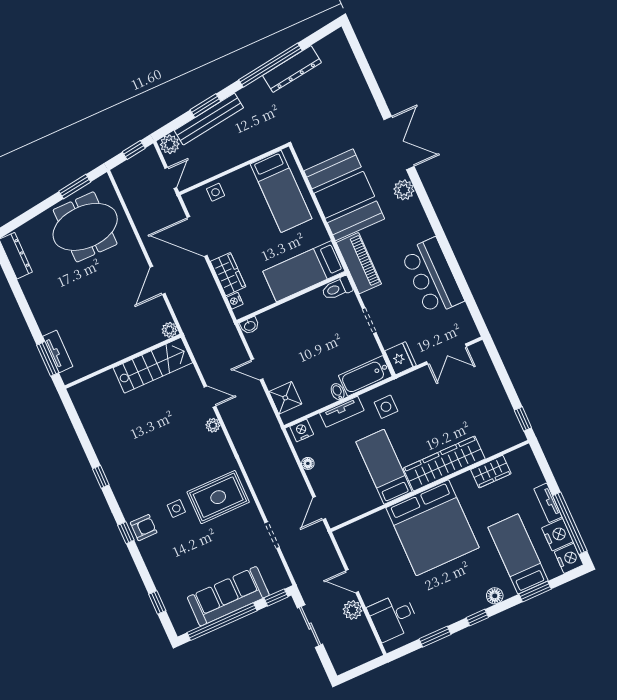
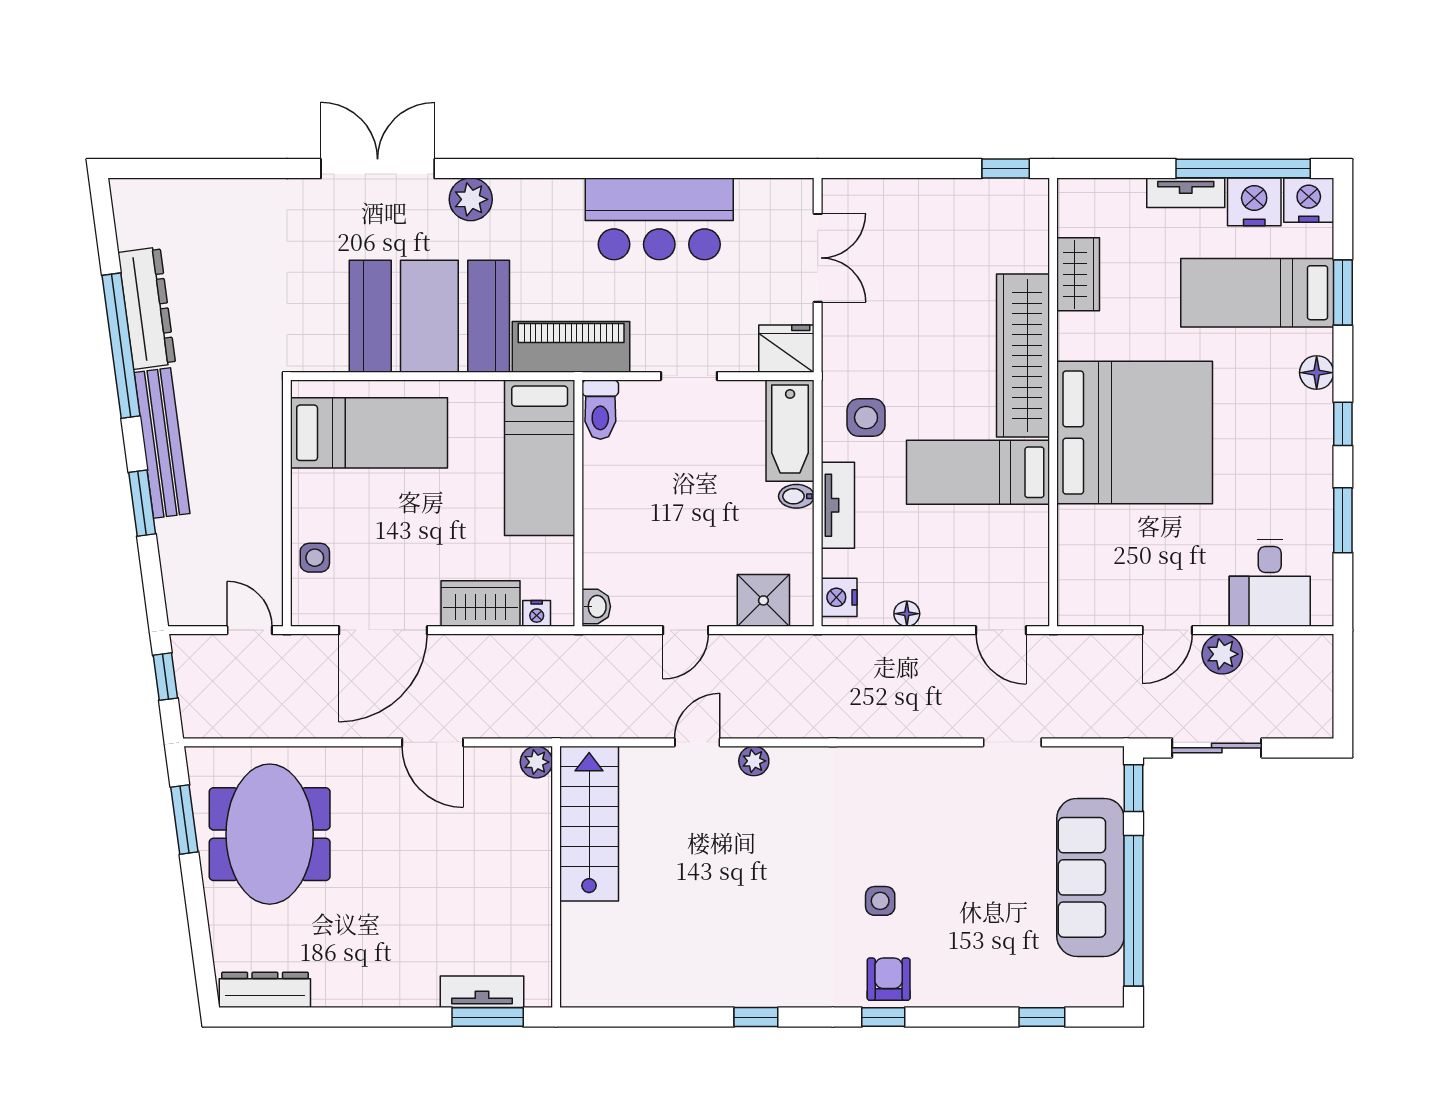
bench: (209, 119) -> (162, 443), moved
plant: (170, 144) -> (185, 604), removed
rug: (218, 497) -> (894, 812), removed

